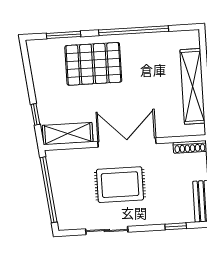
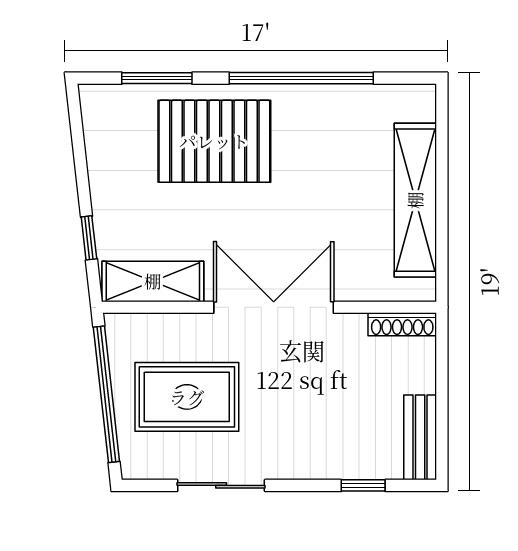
rug: (120, 185) -> (187, 397), moved

